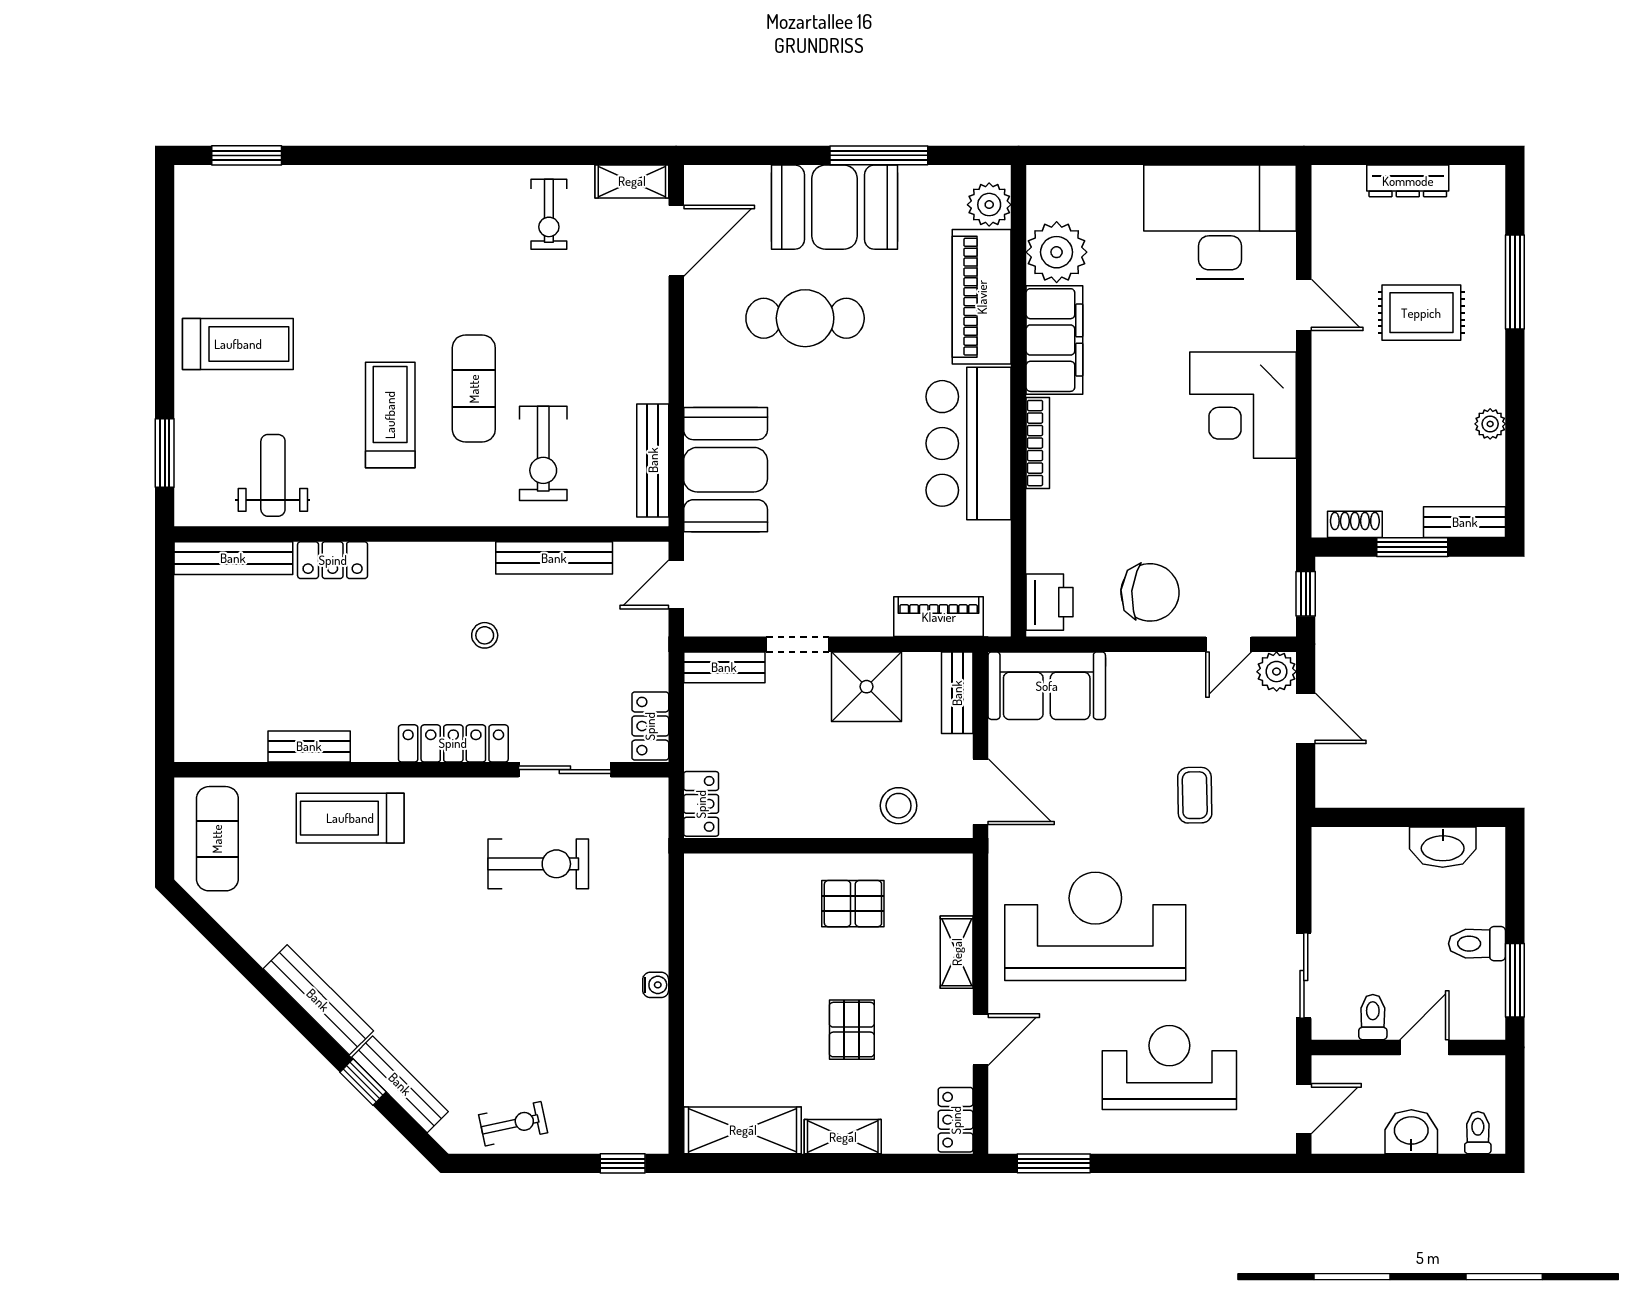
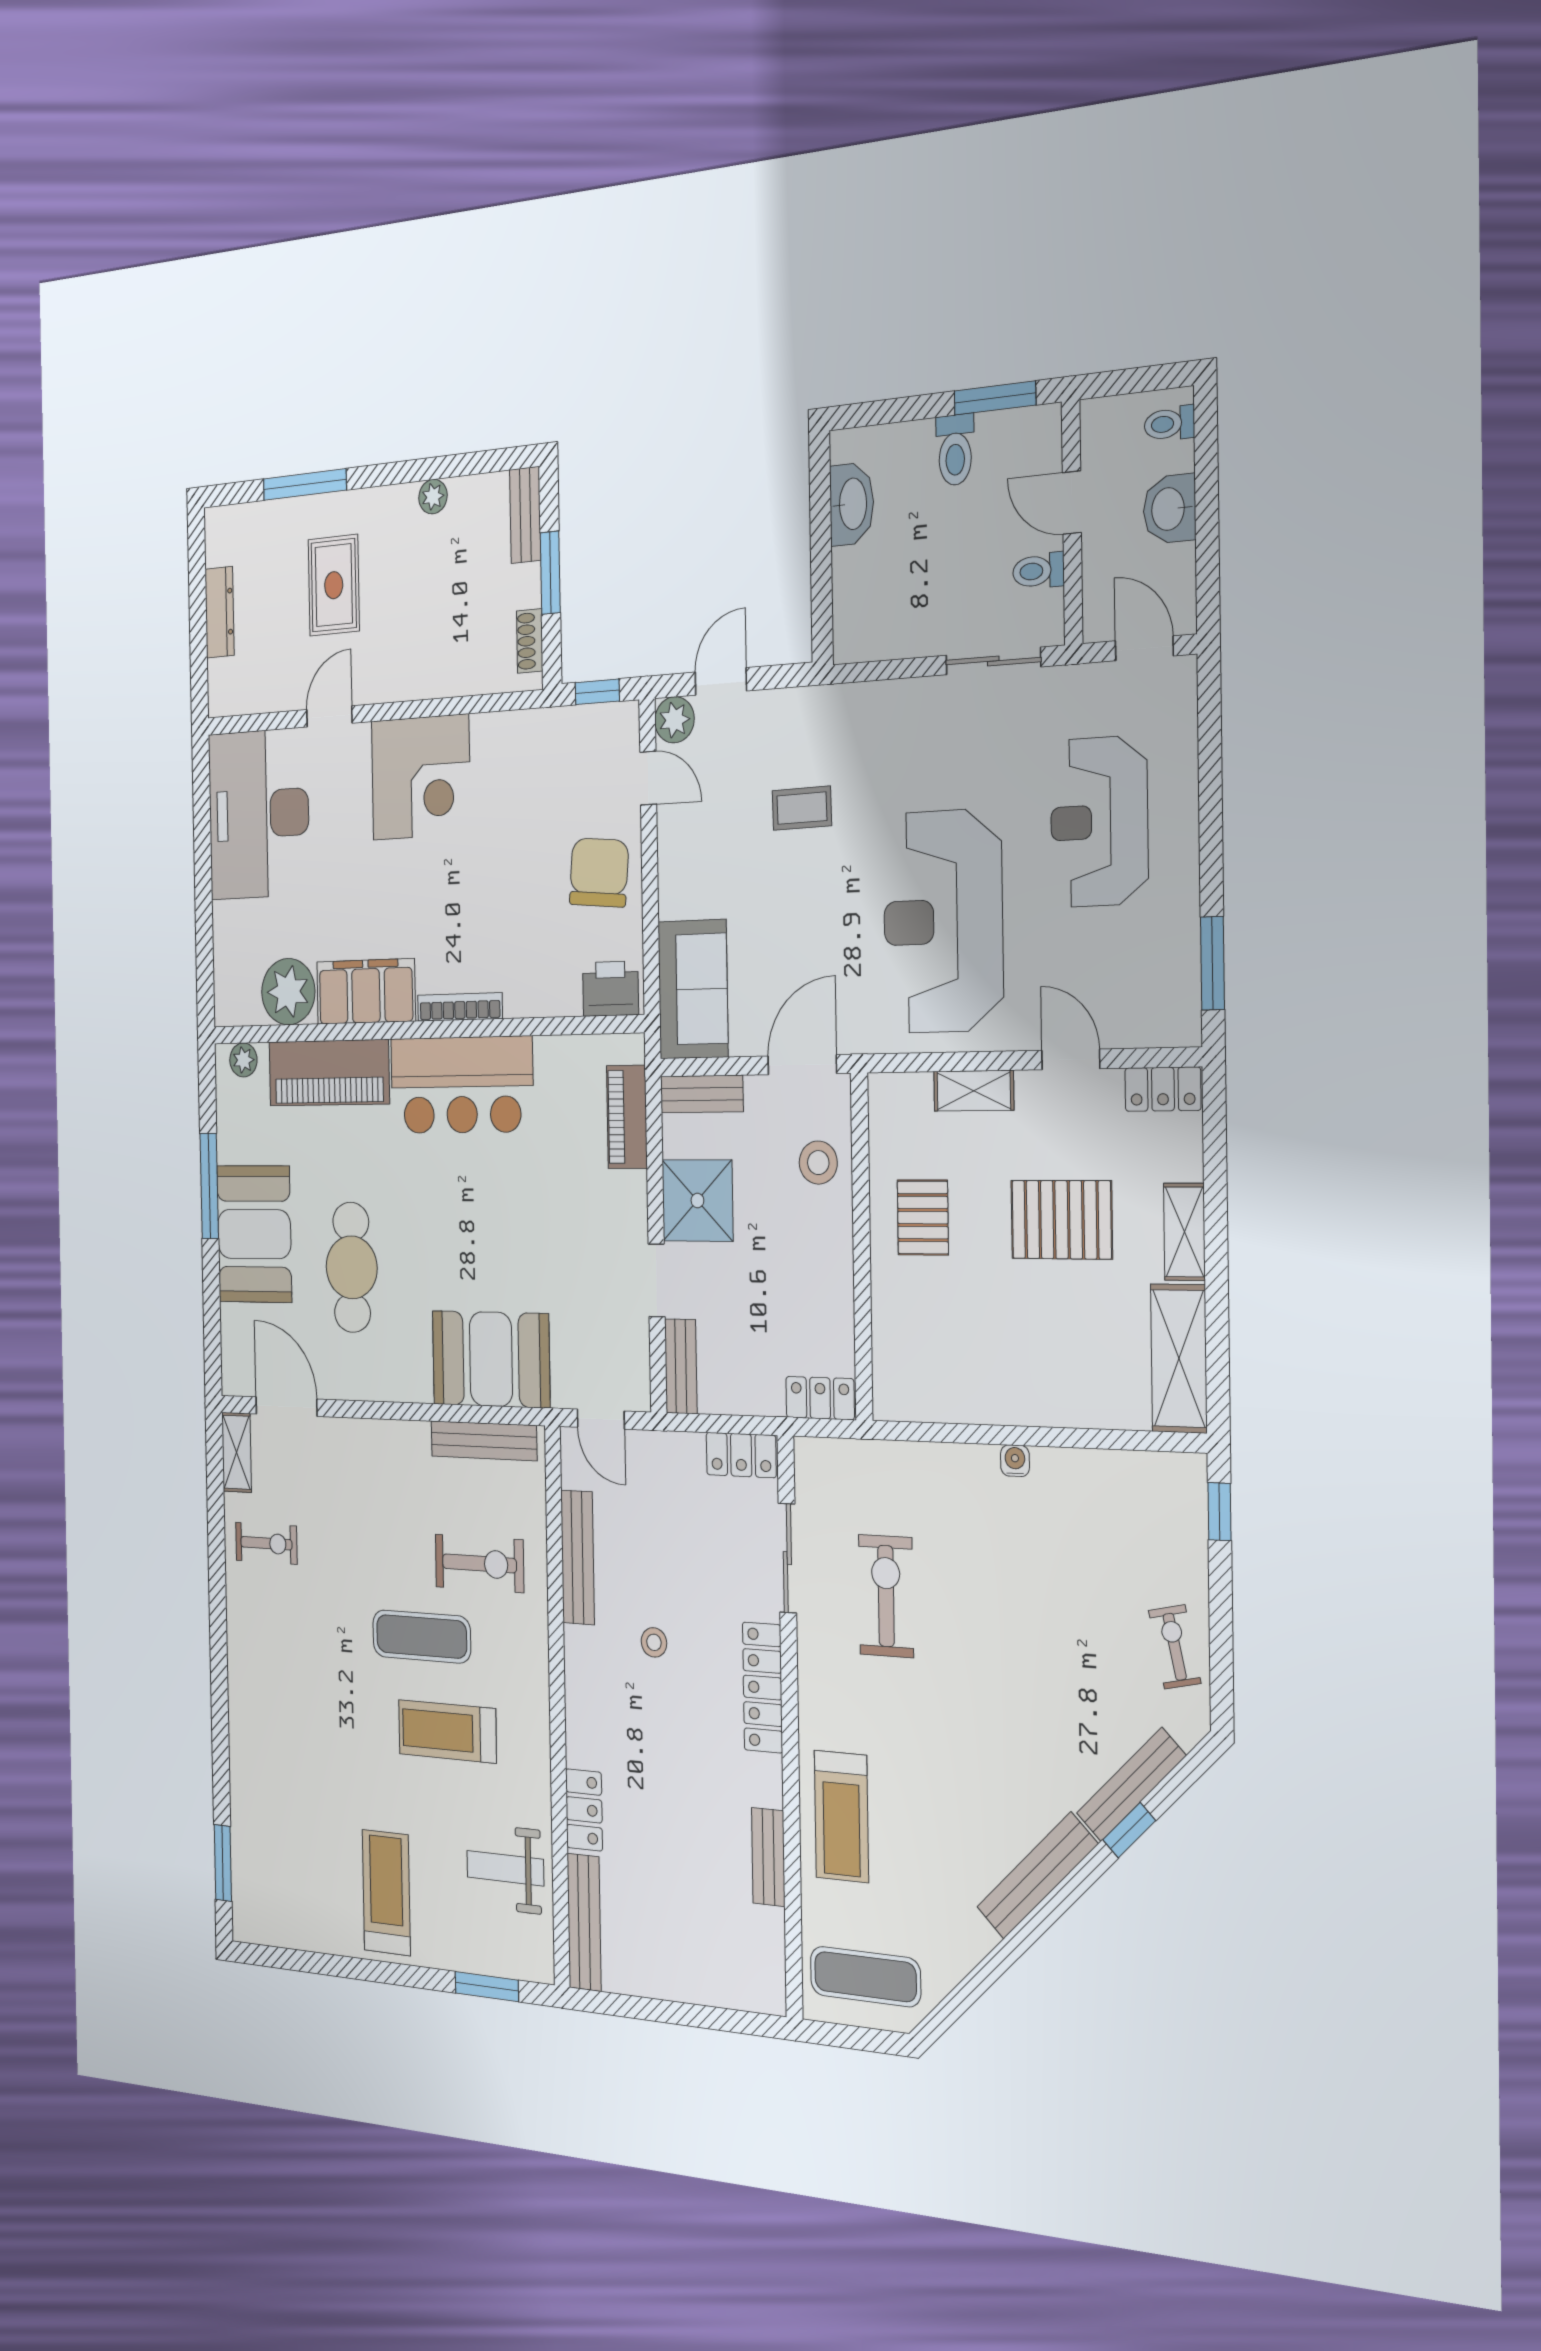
plant: (989, 205) -> (243, 1060), width x0.73, depth x0.73
pallet: (852, 1030) -> (1062, 1220), width x1.50, depth x1.42

